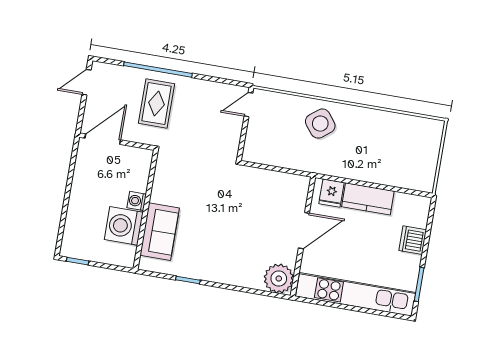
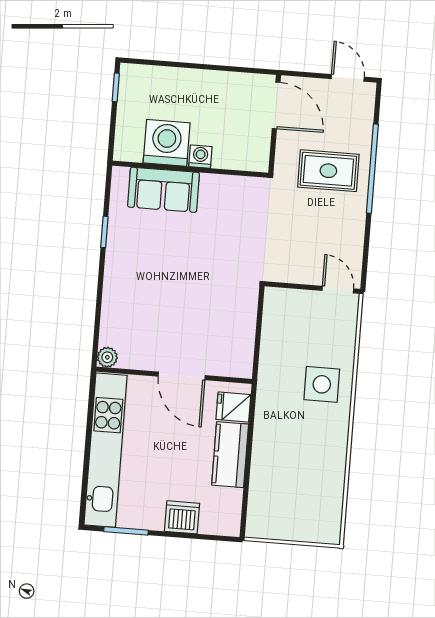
side table: (320, 124) -> (322, 384), turned 38
plant: (279, 279) -> (107, 357), width x0.53, depth x0.53

